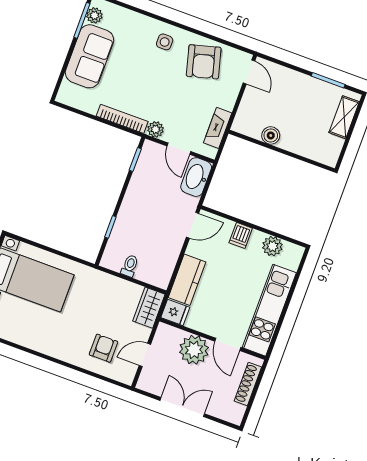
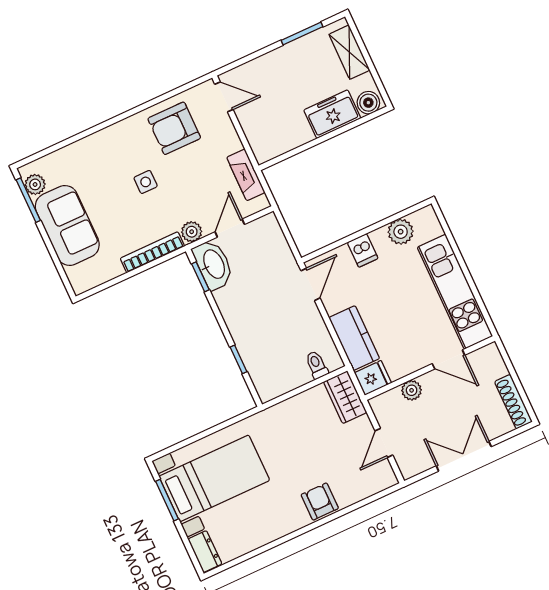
side table: (165, 42) -> (146, 182), moved
armchair: (204, 62) -> (174, 128), turned 105
boiler: (271, 135) -> (368, 103), moved
freezer: (300, 142) -> (332, 114), added
door: (179, 149) -> (230, 228), swing flipped
washbasin: (196, 177) -> (213, 264), moved, turned 180
toilet: (130, 266) -> (317, 365), moved
armchair: (103, 348) -> (320, 501), moved
plant: (194, 350) -> (412, 390), width x0.53, depth x0.53
shoe rack: (248, 384) -> (513, 402), moved

